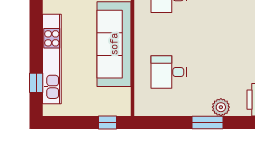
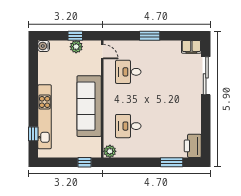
plant: (221, 107) -> (110, 151), moved
window: (207, 122) -> (172, 162), moved

